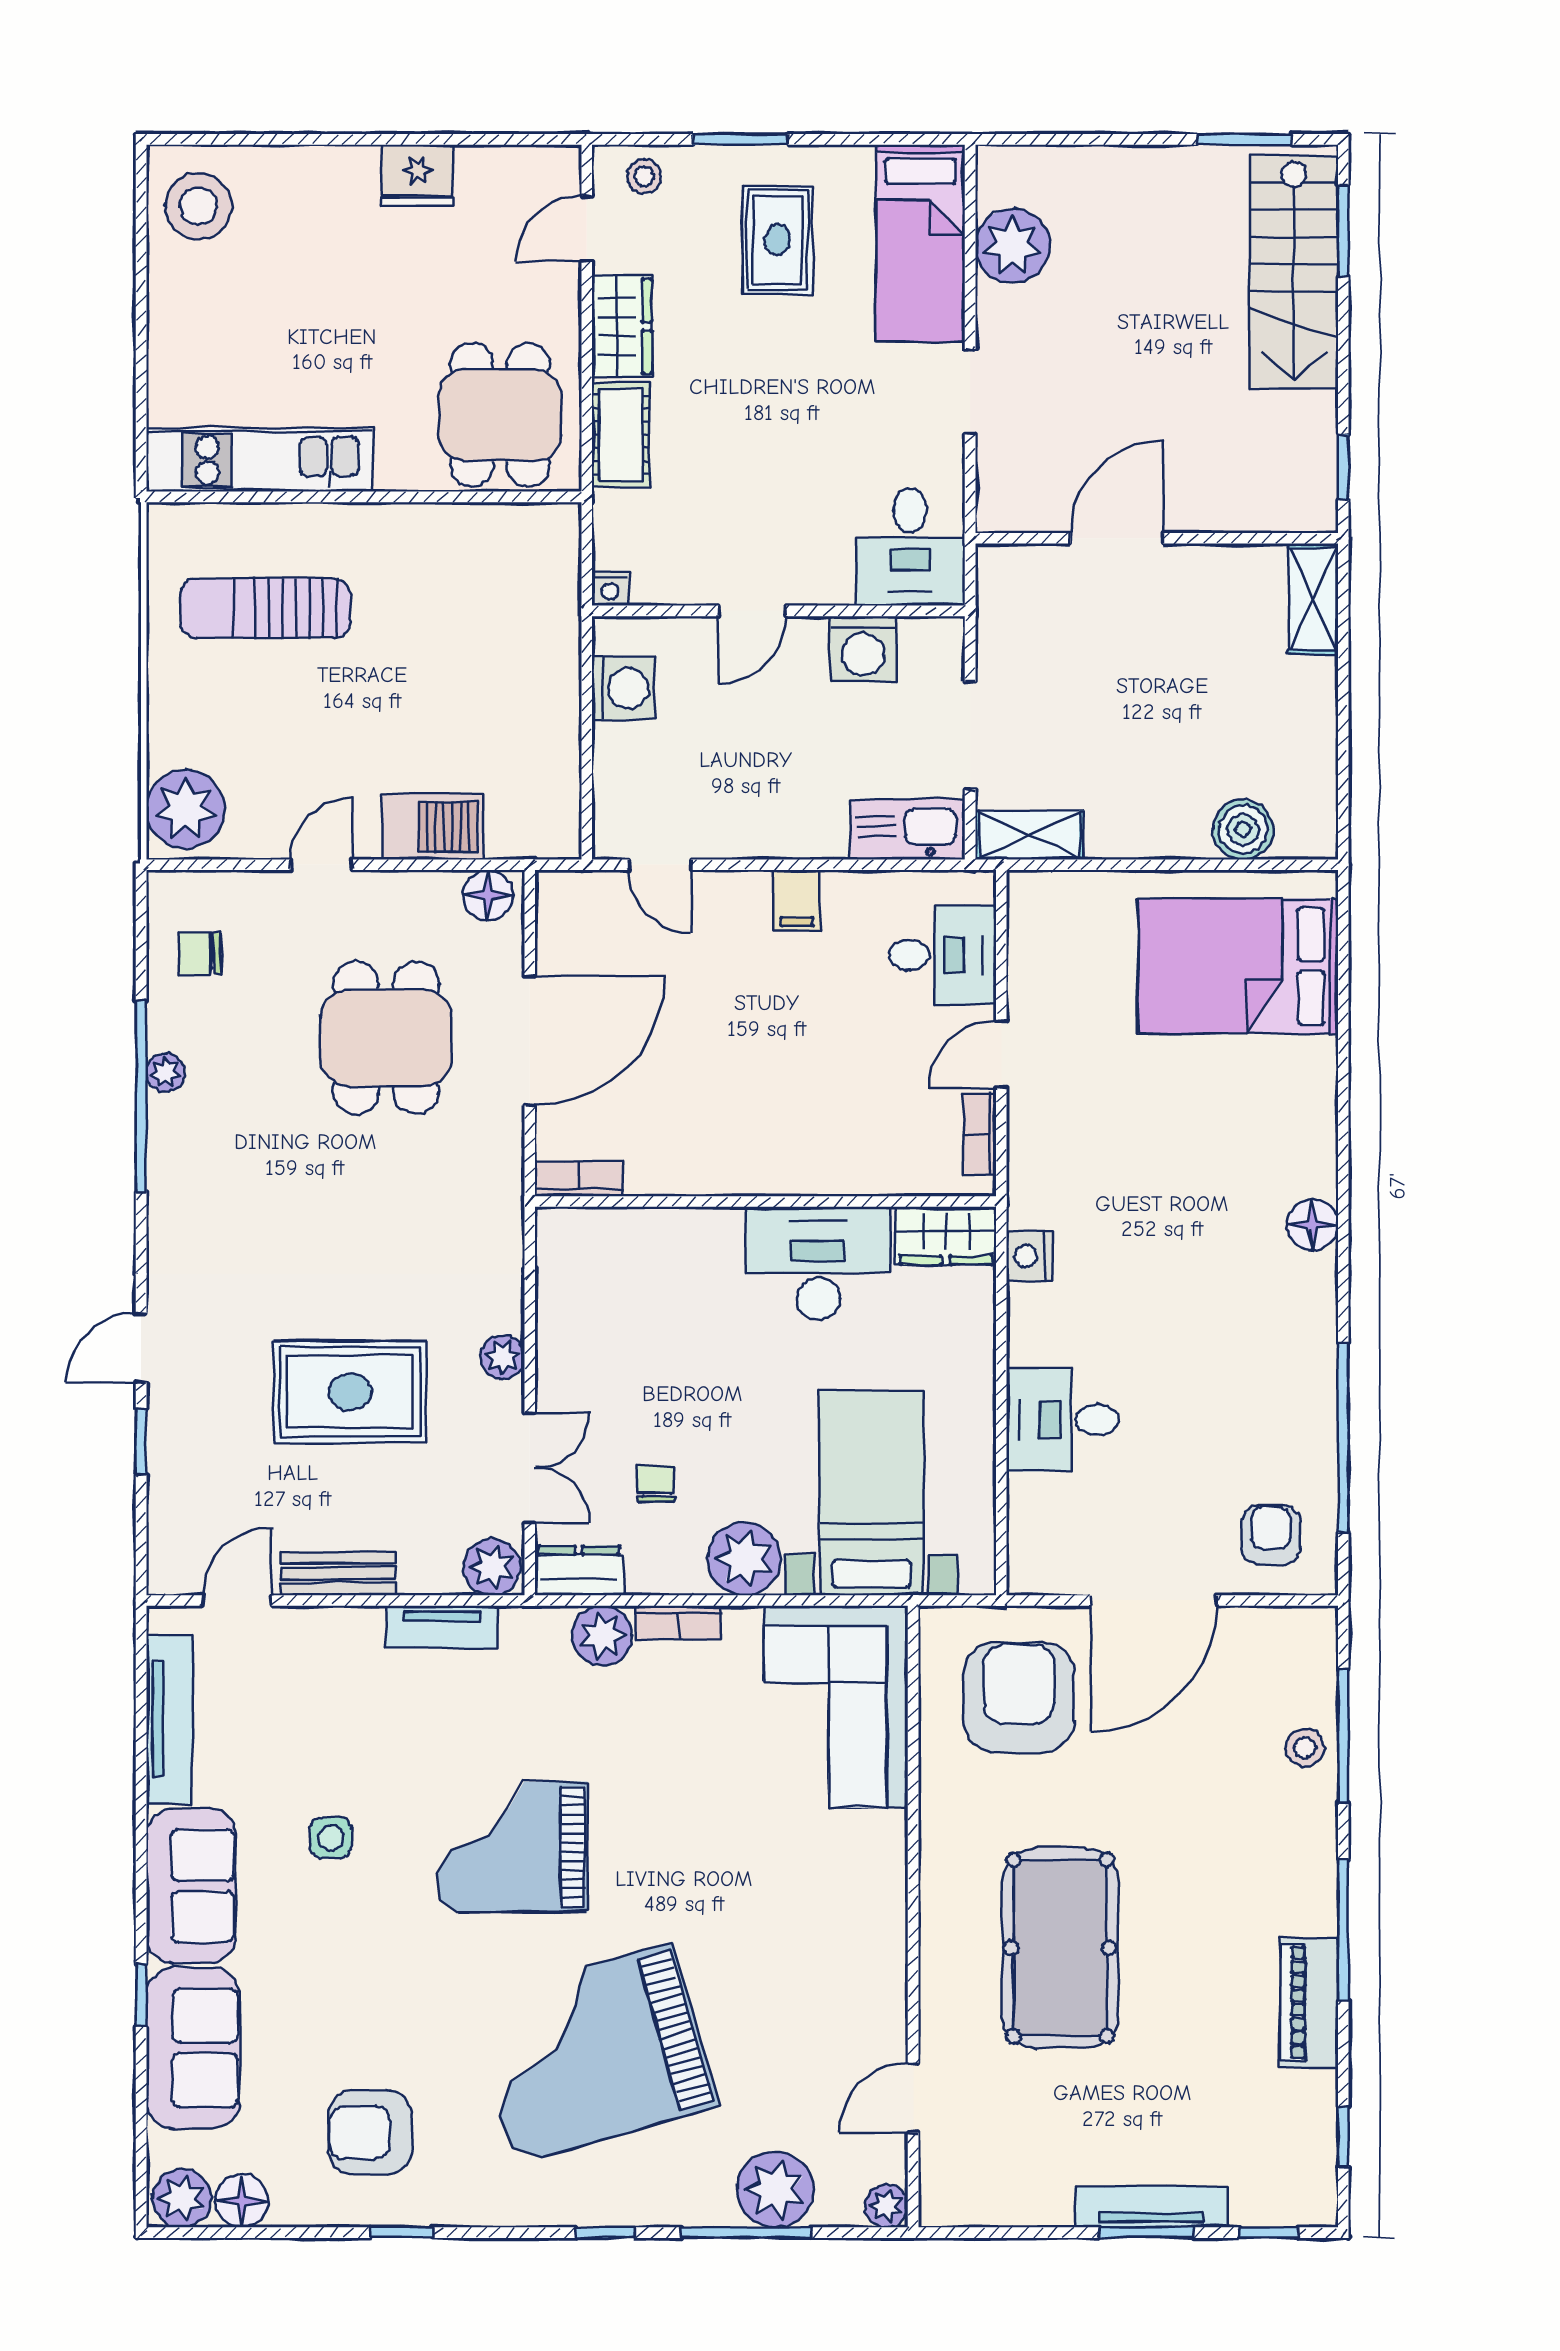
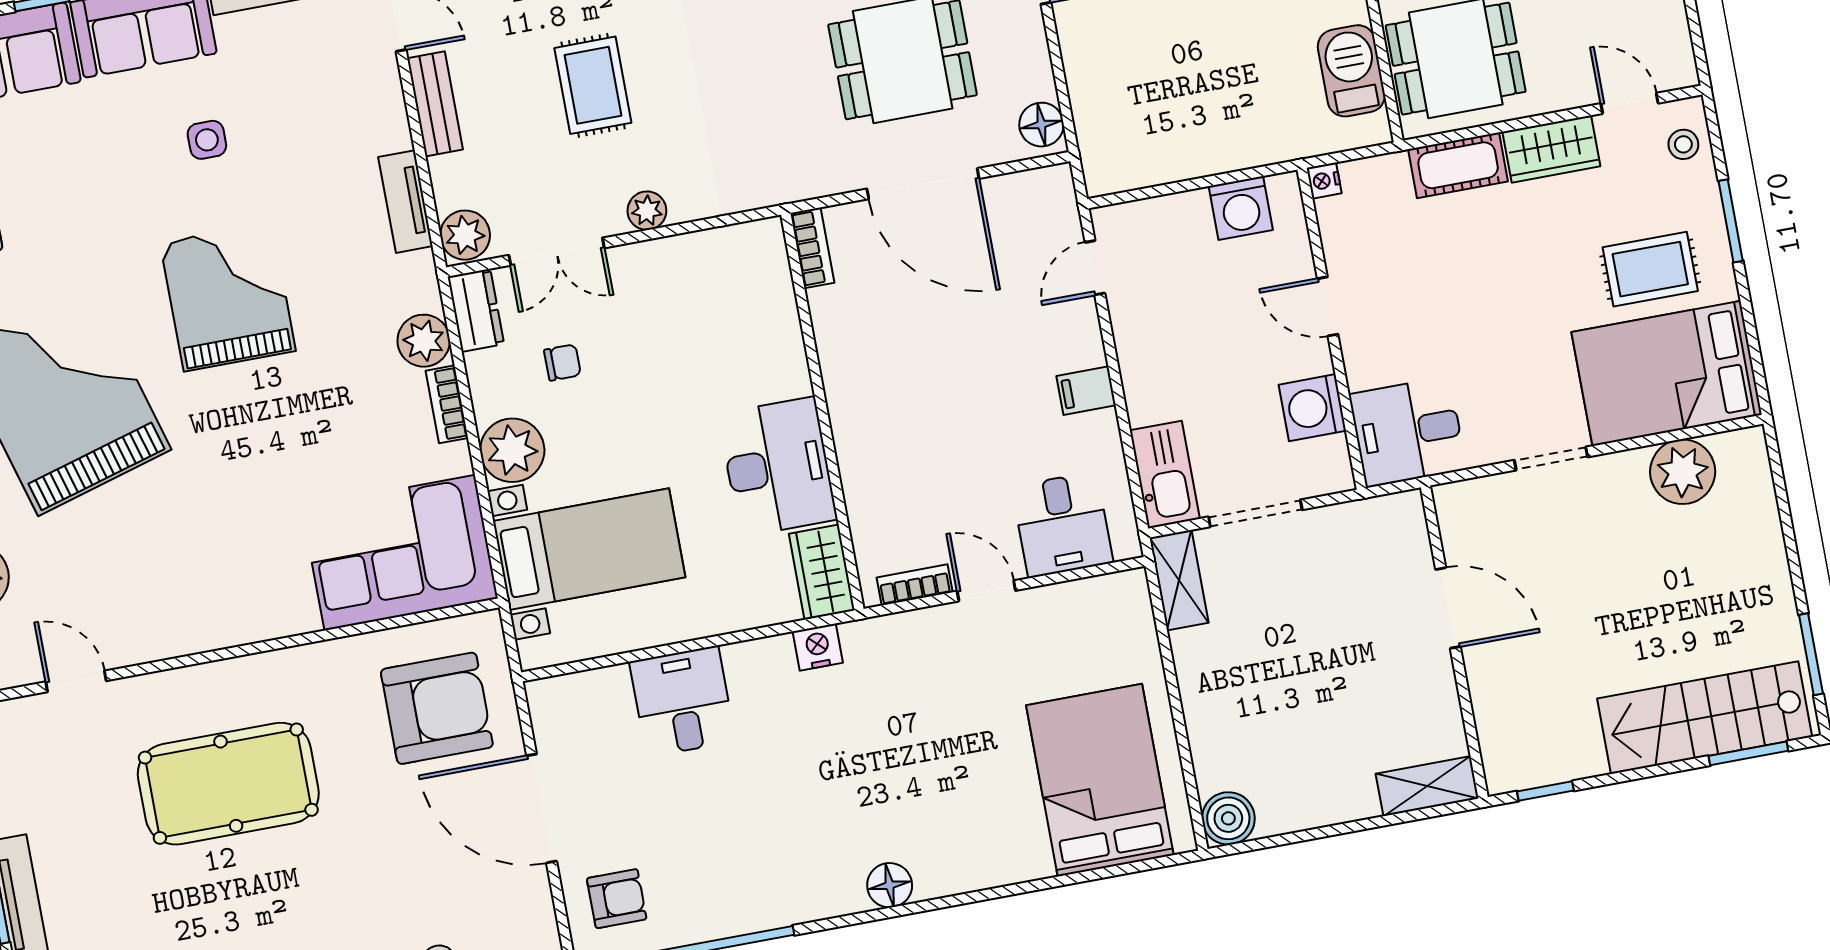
bed: (921, 243) -> (1667, 373), width x1.50
barbecue: (433, 827) -> (1351, 71), moved, turned 180
boiler: (1243, 829) -> (1228, 818), moved
rug: (350, 1392) -> (593, 85), width x0.73, depth x0.70

